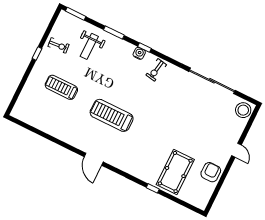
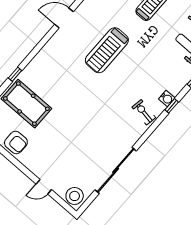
treadmill: (112, 115) -> (107, 50), turned 180
door: (236, 150) -> (44, 187), moved

